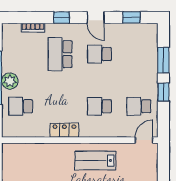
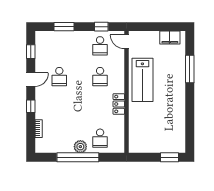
school desk: (60, 54) -> (59, 107), removed
window: (163, 92) -> (101, 27), moved
lab bench: (95, 160) -> (142, 80), width x1.36, depth x1.39

